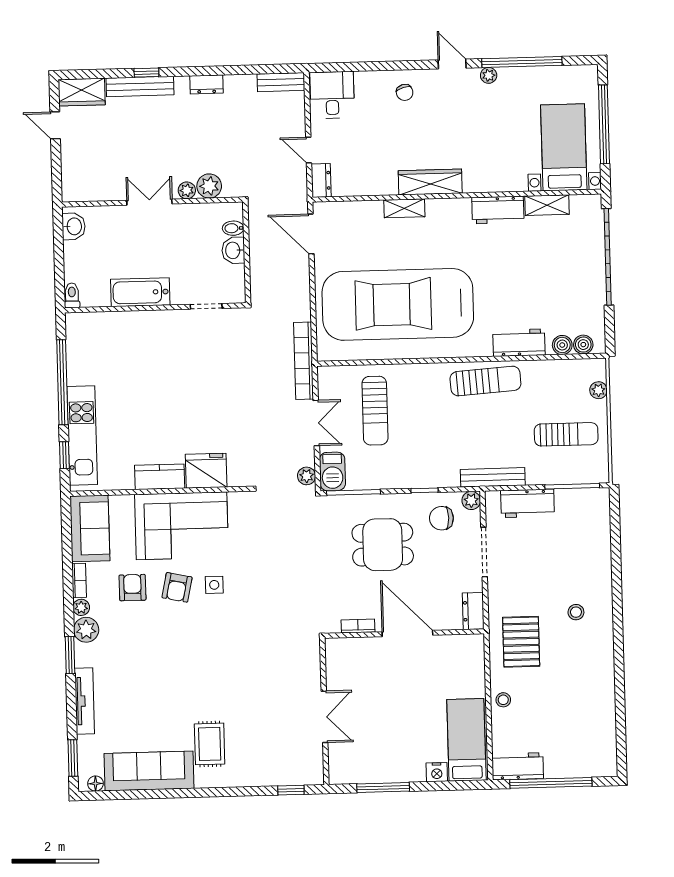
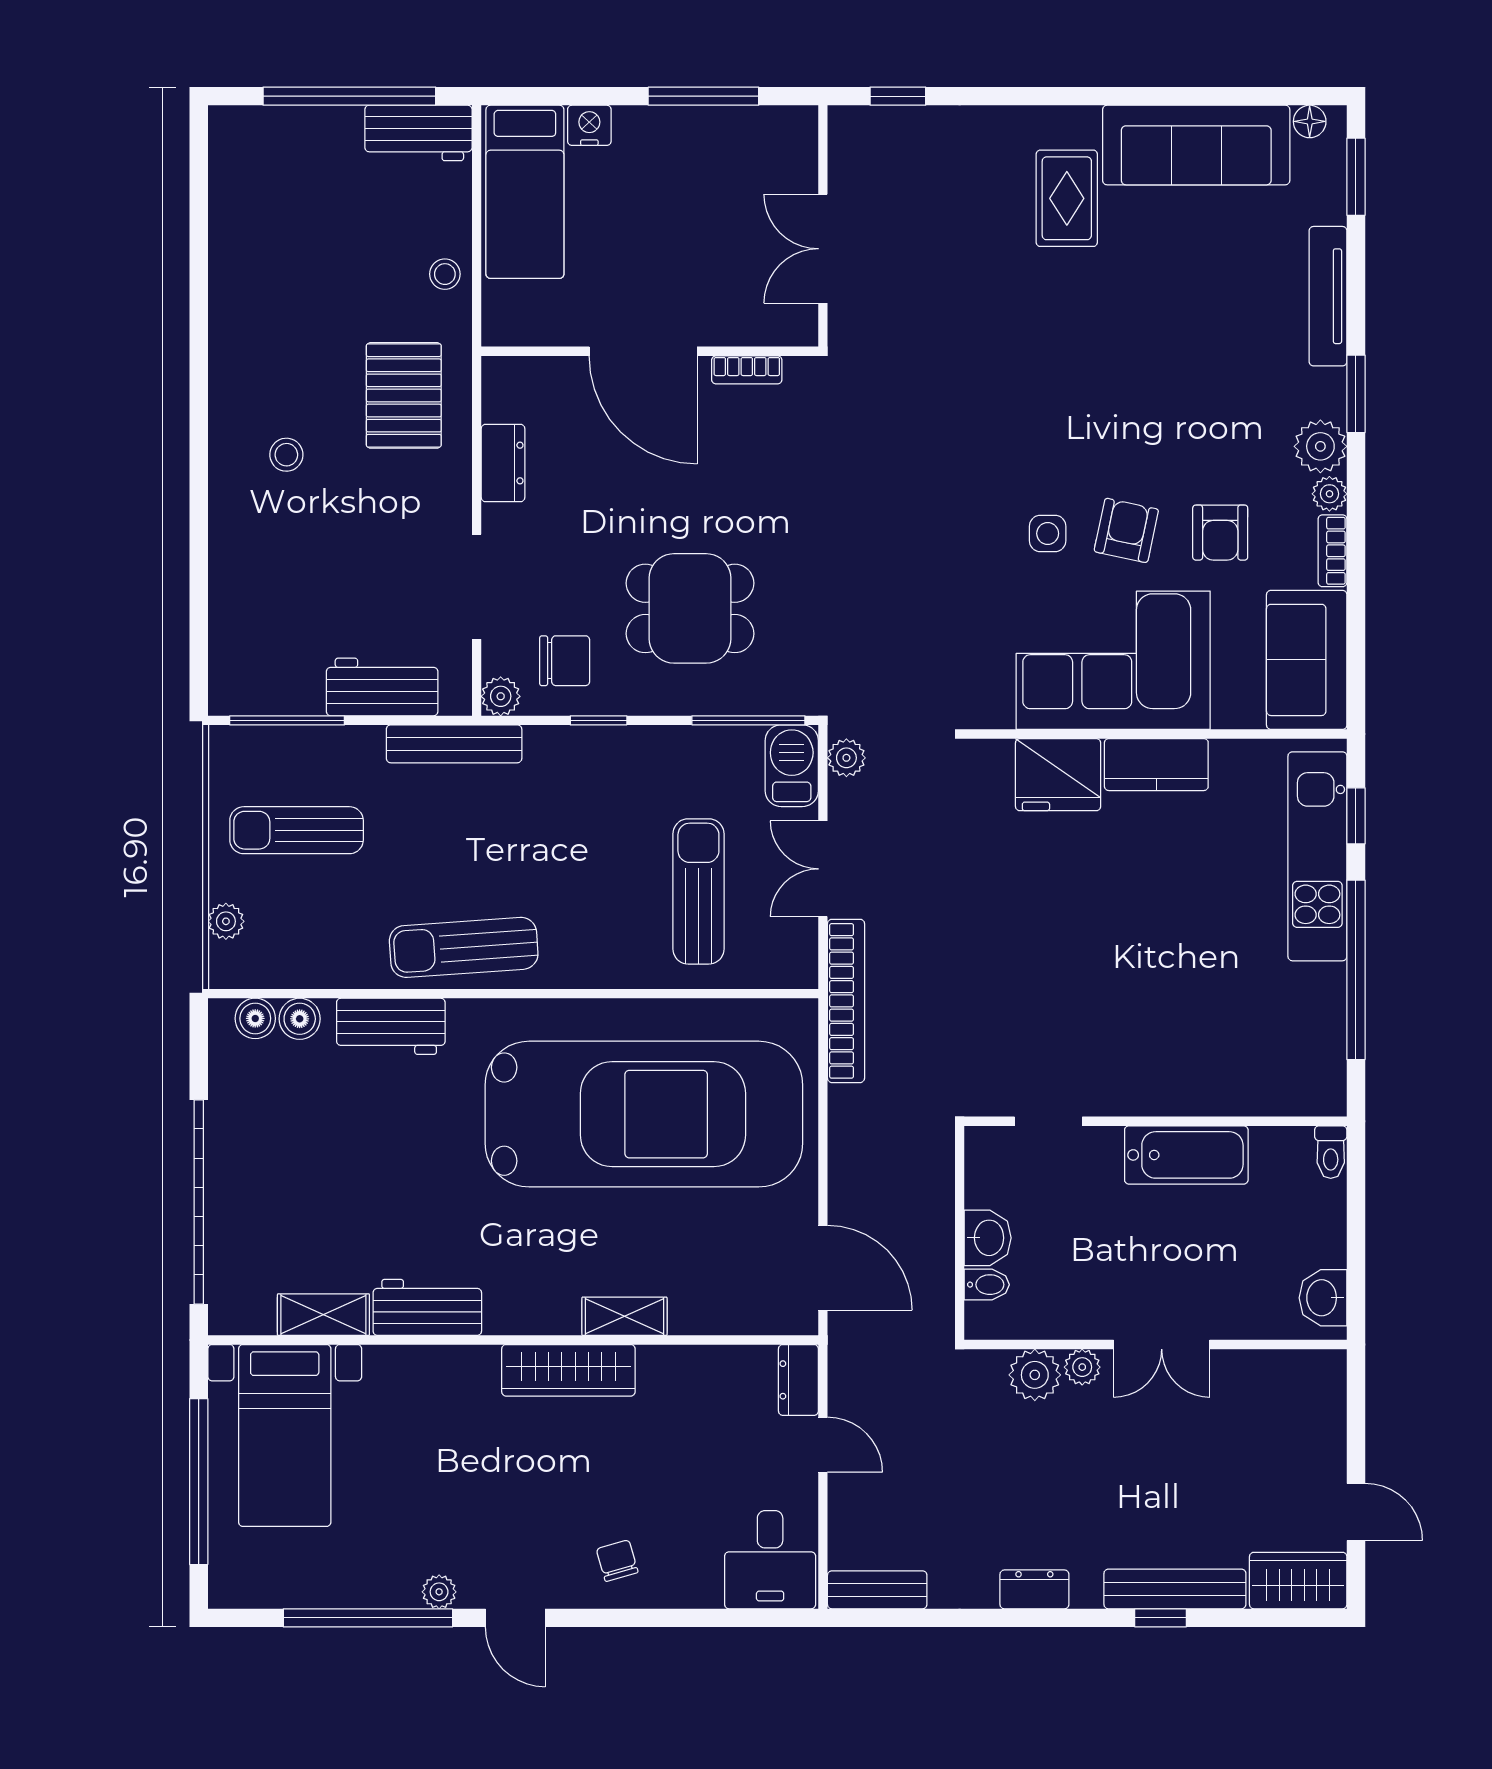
bookcase: (358, 626) -> (747, 370), moved
door: (407, 633) -> (643, 351), moved
wall: (404, 634) -> (650, 351), moved

